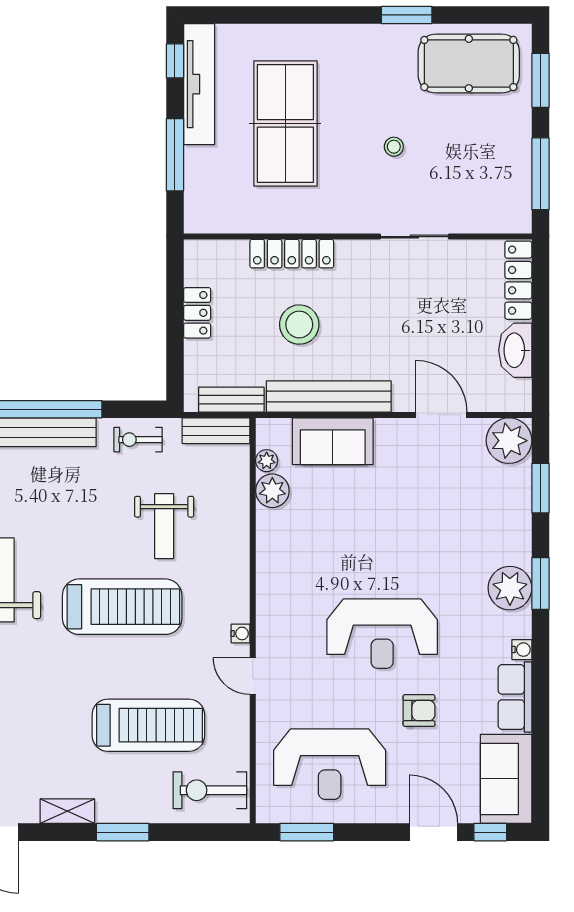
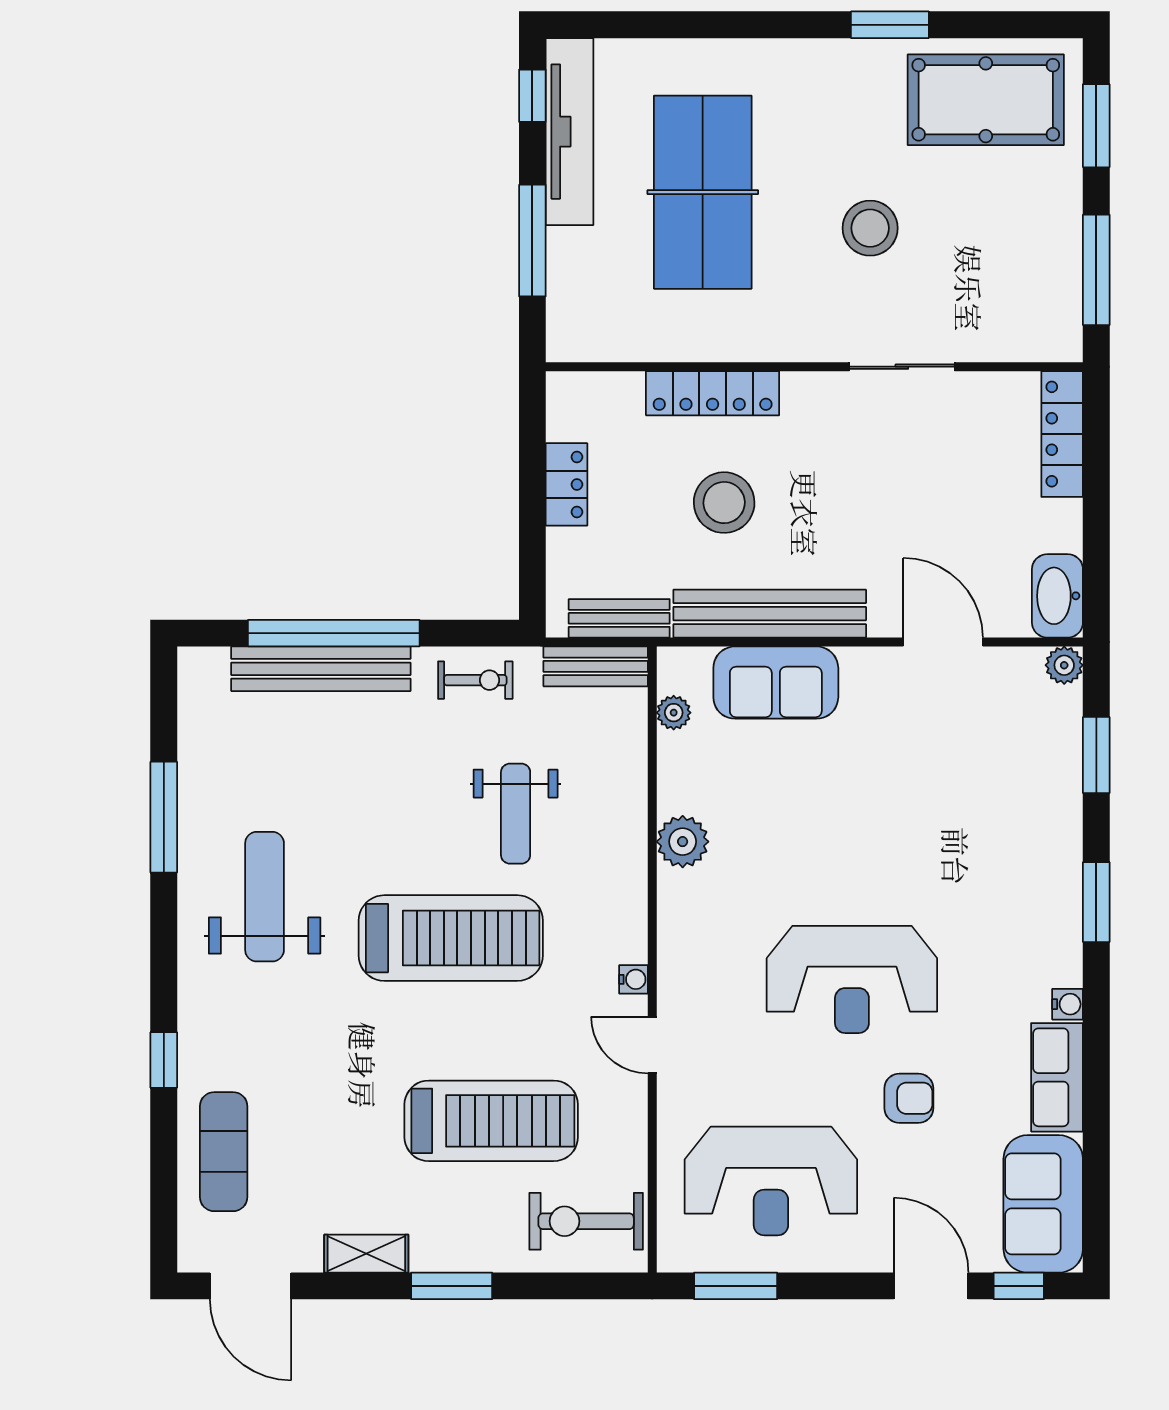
stool: (394, 147) -> (870, 228), width x1.89, depth x1.89
washbasin: (515, 350) -> (1057, 596), moved
exercise bike: (138, 440) -> (475, 680), turned 180
plant: (509, 441) -> (1064, 665), width x0.53, depth x0.53
plant: (272, 491) -> (683, 842), moved
plant: (510, 588) -> (1049, 909), removed

